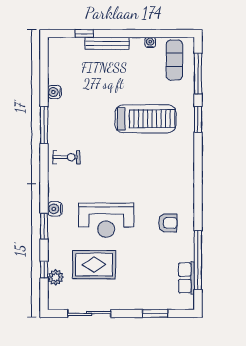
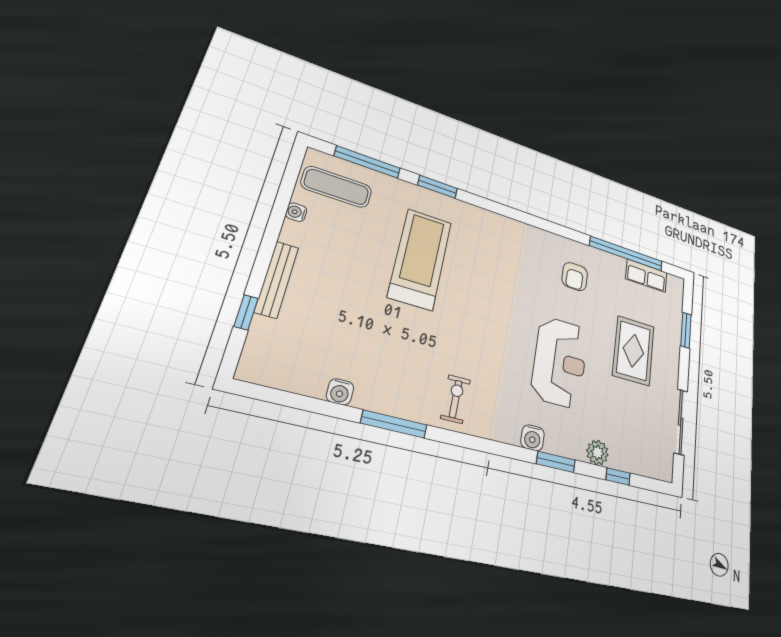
armchair: (168, 223) -> (575, 277), turned 180
rug: (94, 265) -> (633, 351), moved
plant: (56, 277) -> (597, 453), moved

